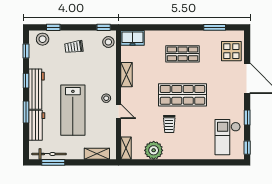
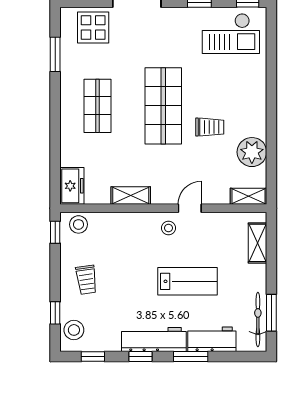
lab bench: (73, 110) -> (187, 281), width x0.73, depth x0.72

